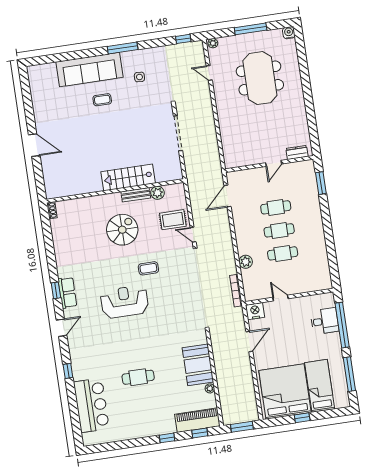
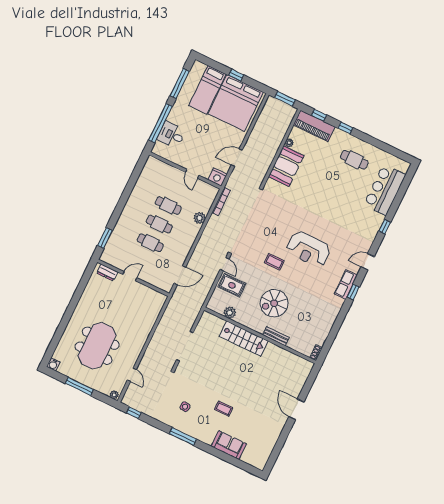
sofa: (89, 70) -> (229, 445), width x0.54, depth x0.79
bench: (136, 195) -> (276, 336), moved
cafe table: (138, 377) -> (354, 160), moved

